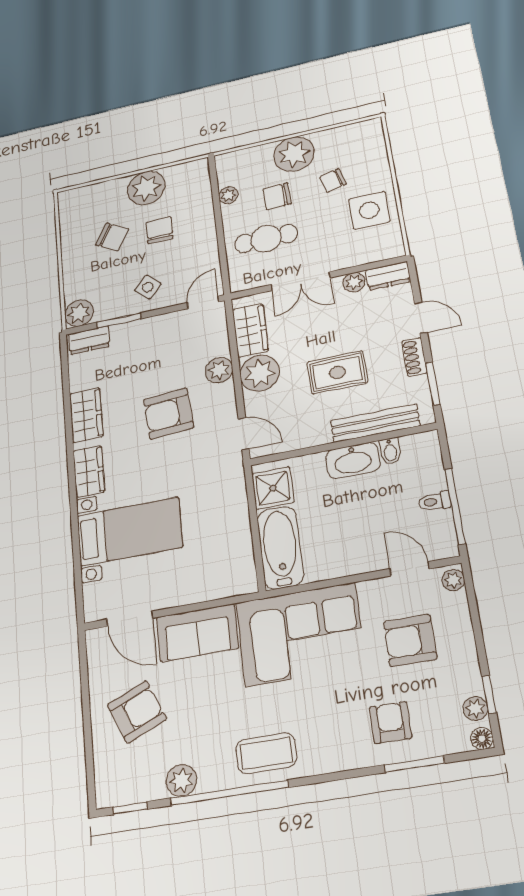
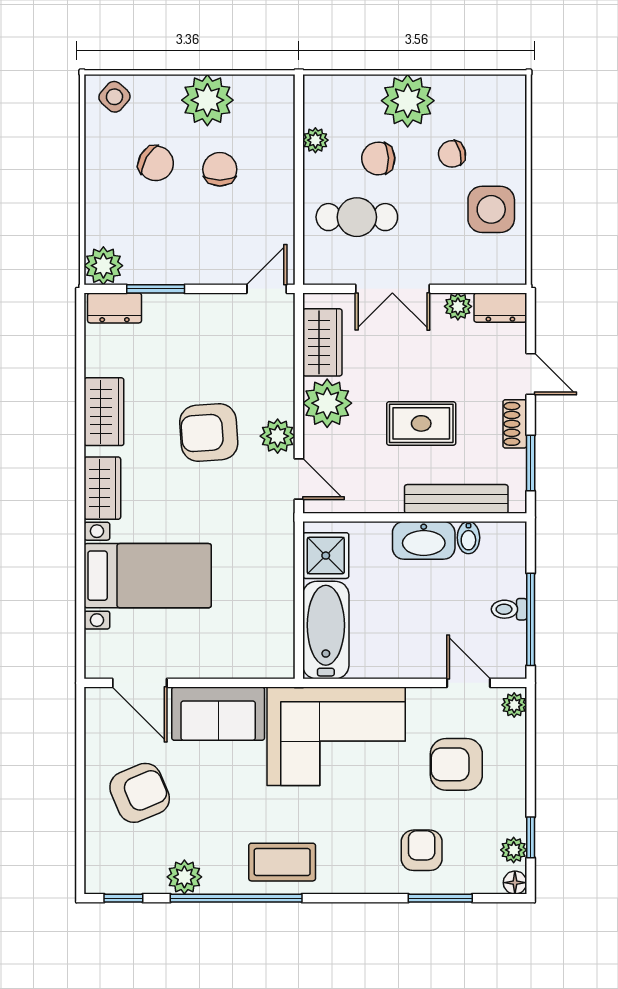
side table: (148, 287) -> (114, 97), moved
plant: (219, 370) -> (278, 436), moved

